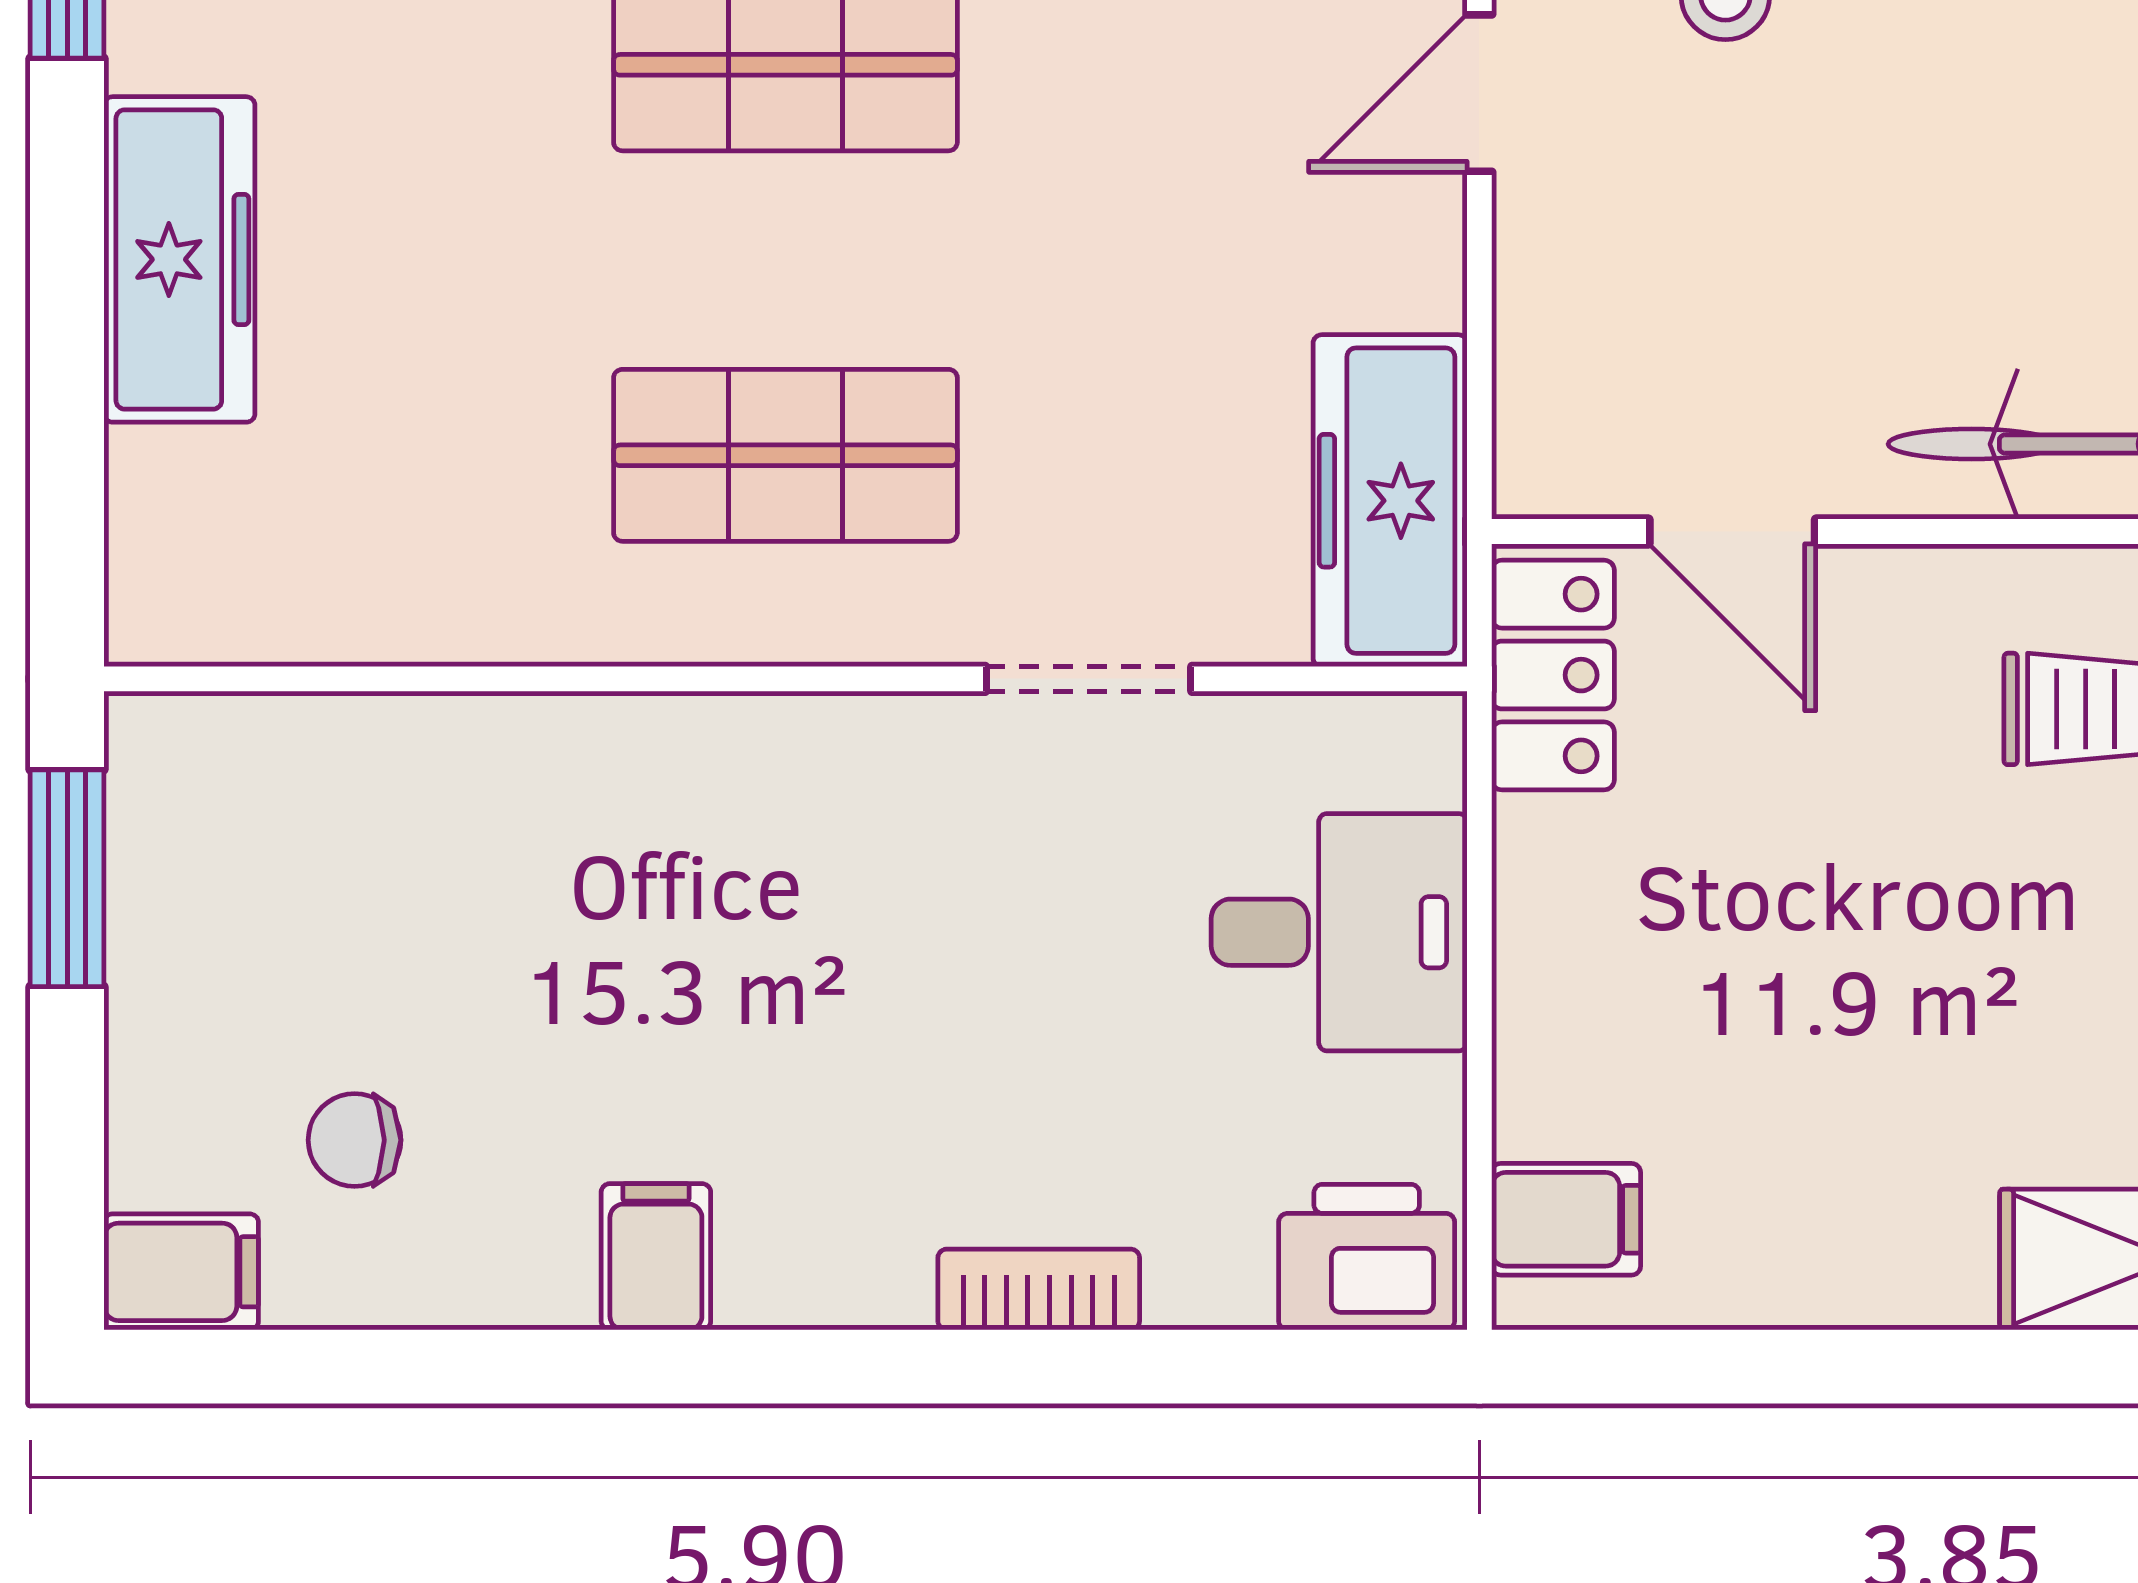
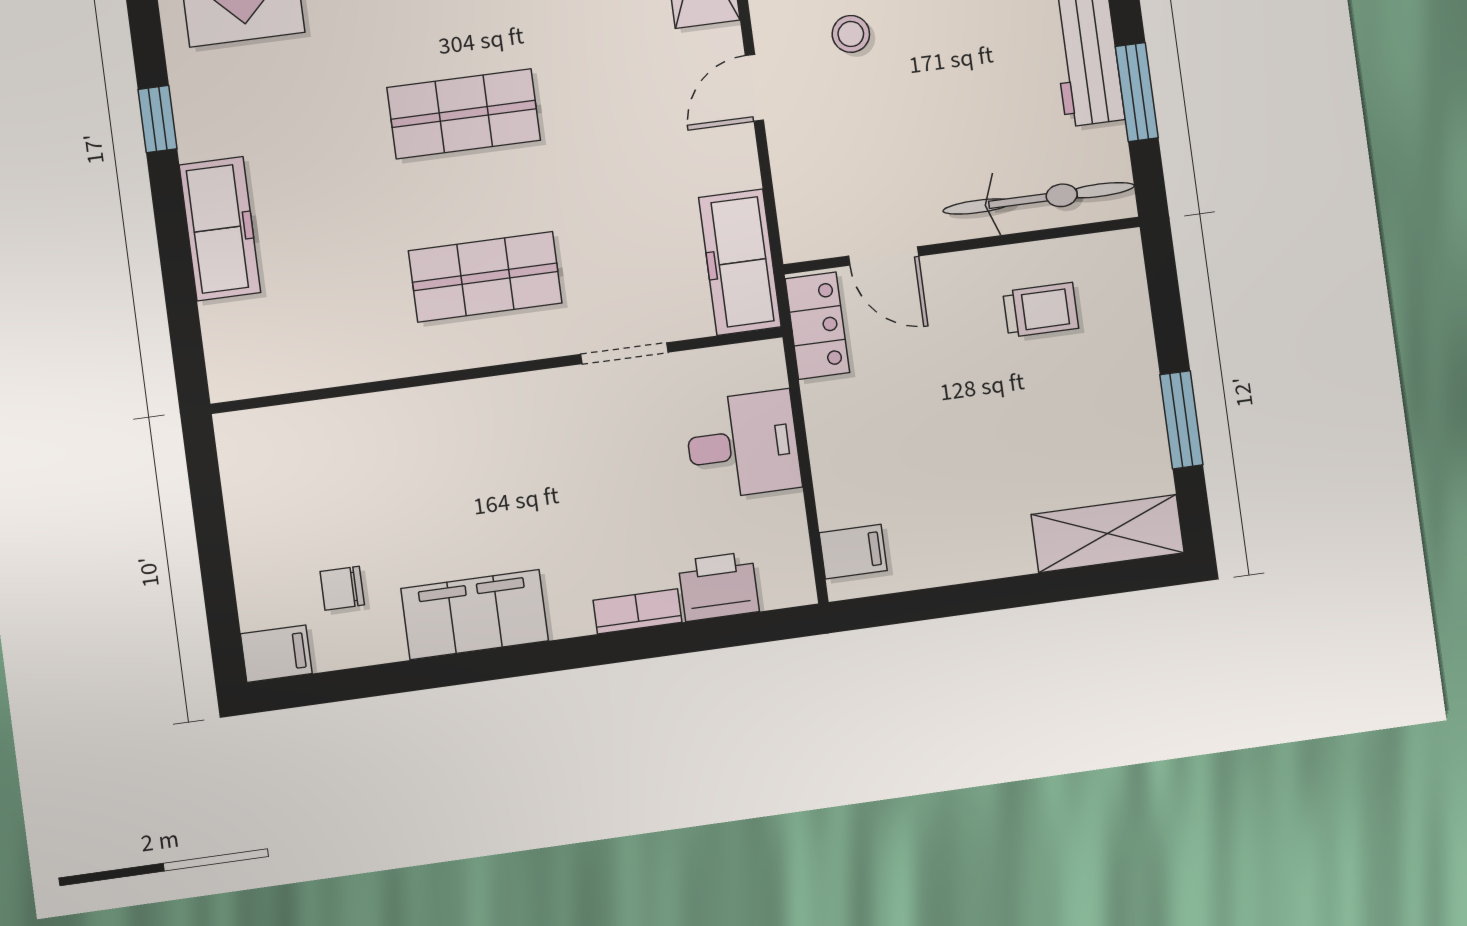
window: (67, 878) -> (206, 495), removed
filing cabinet: (656, 1257) -> (475, 615), width x3.00, depth x1.17
printer: (1367, 1257) -> (719, 586), moved

